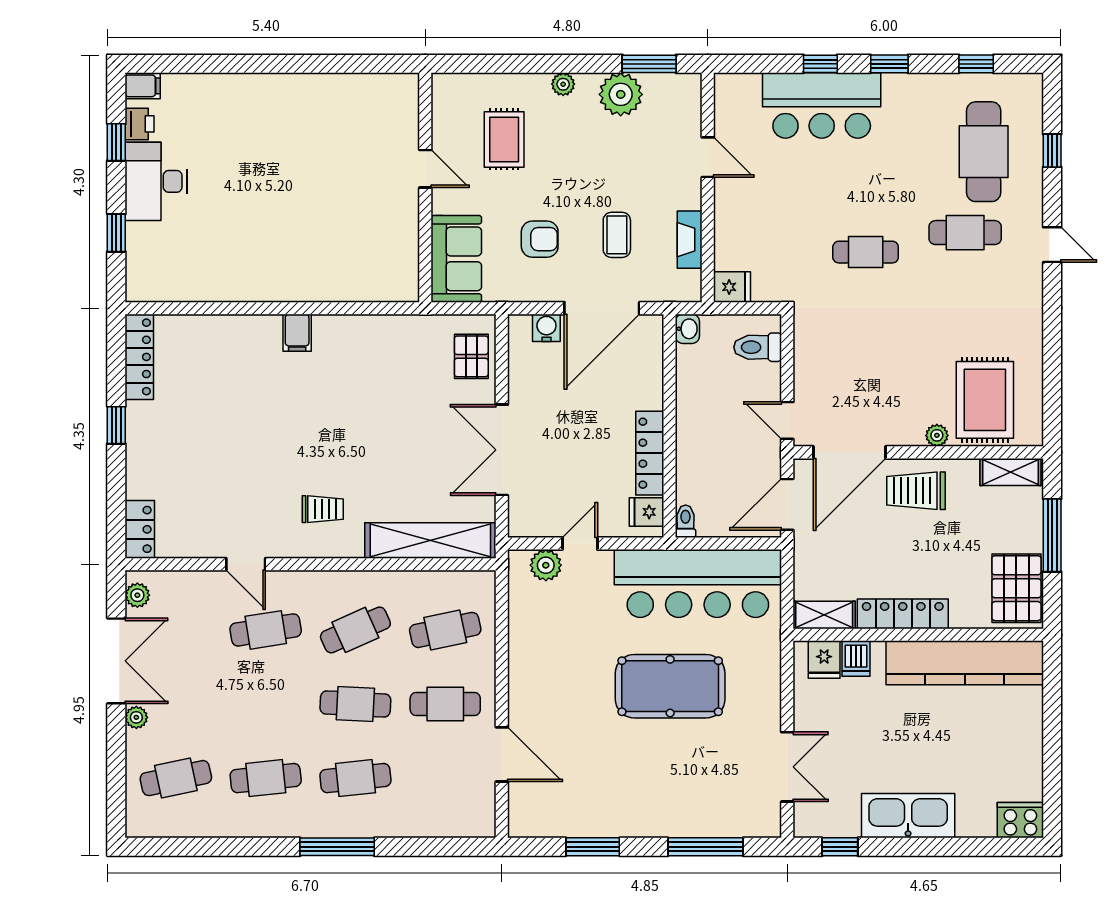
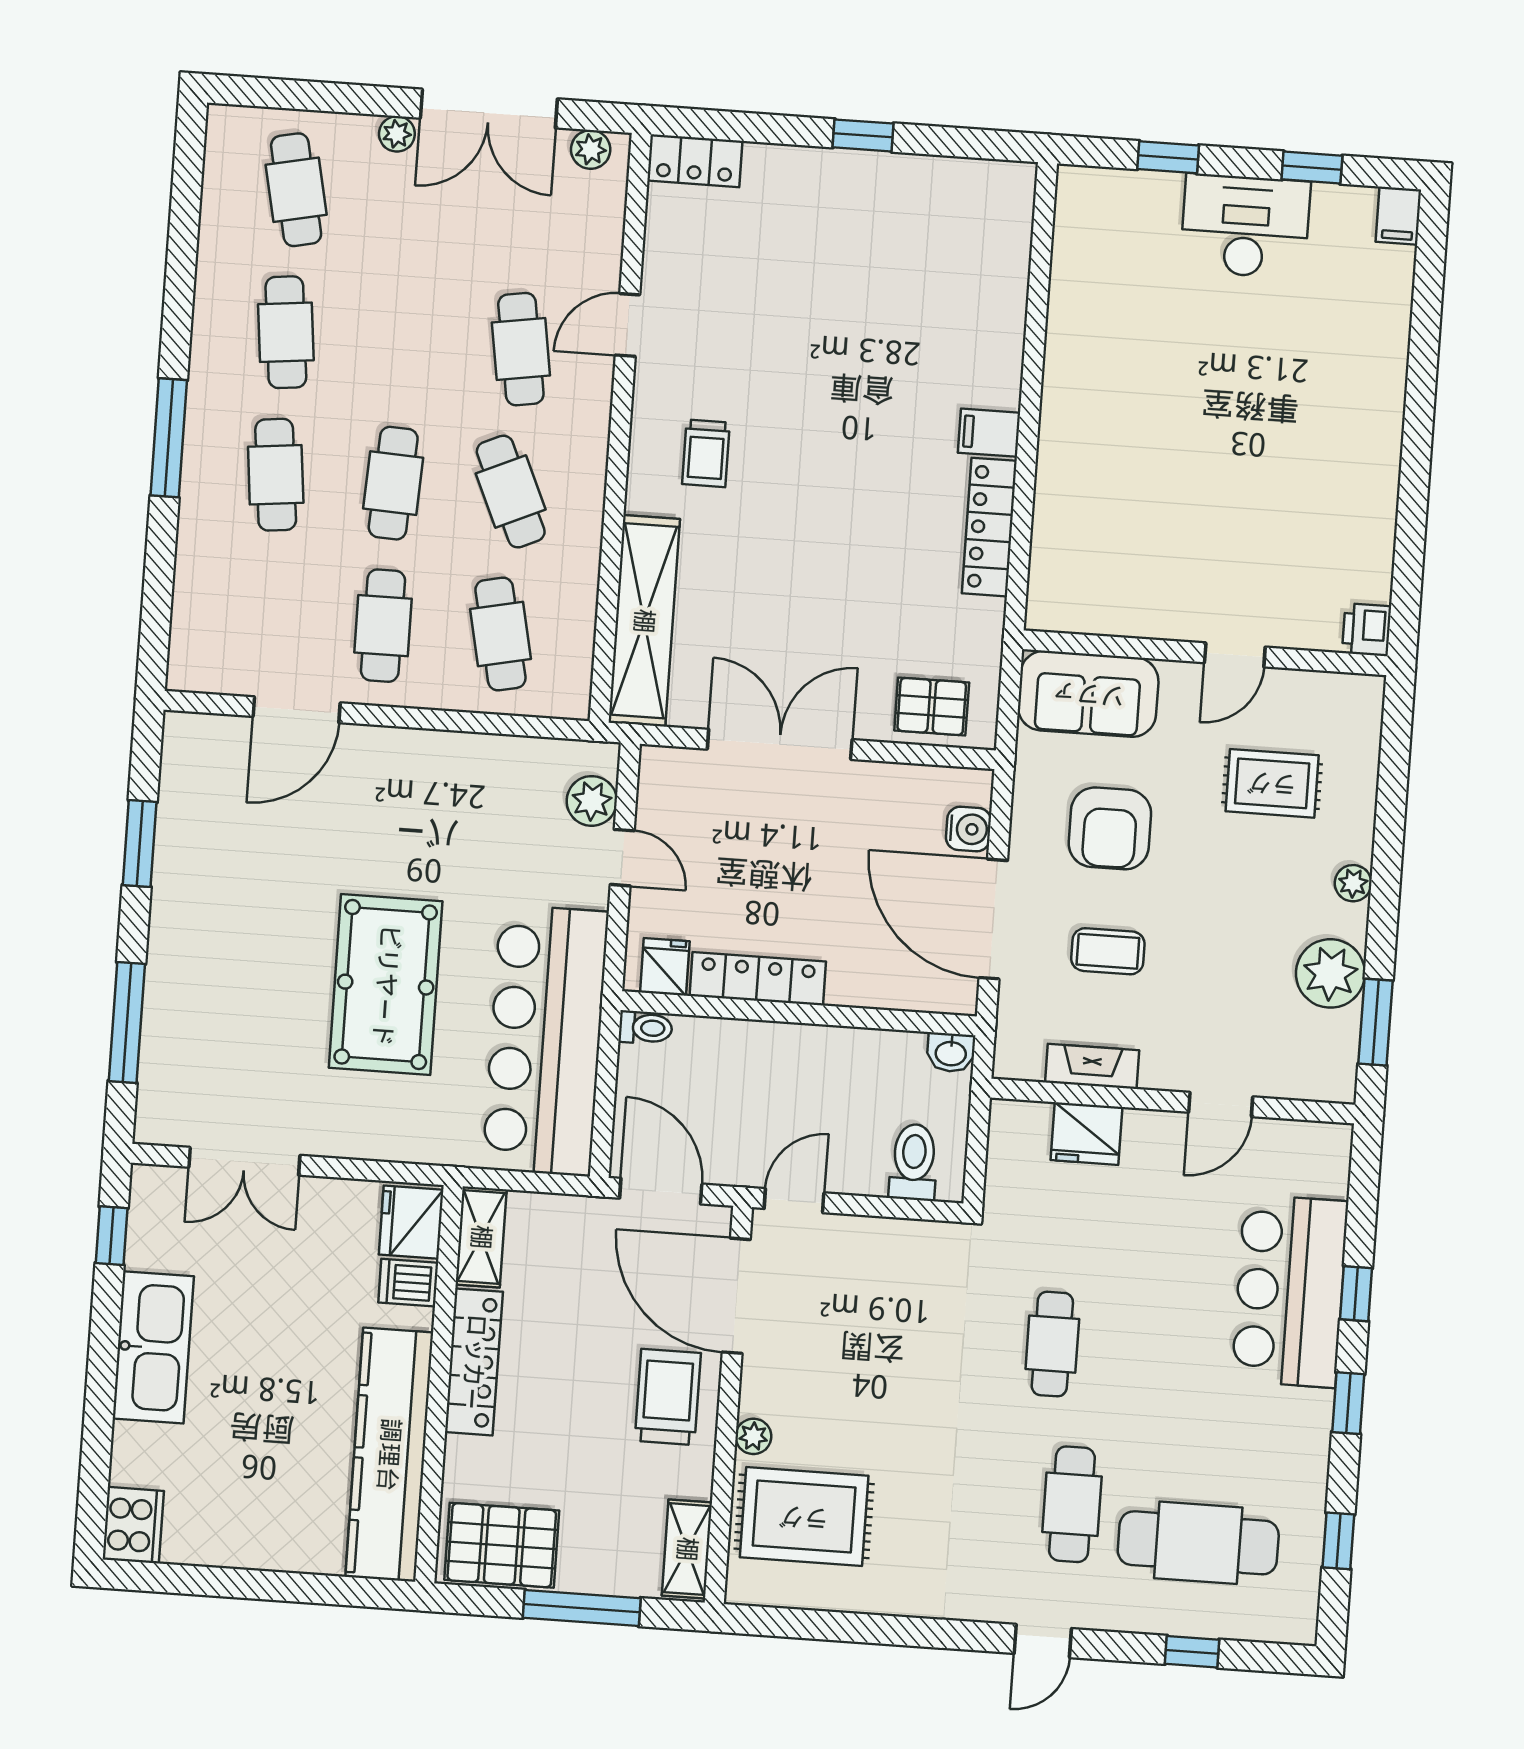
printer: (140, 124) -> (1367, 630), moved, turned 90
armchair: (540, 239) -> (1110, 828), width x1.38, depth x1.38
fridge: (732, 287) -> (1086, 1134), moved, width x1.38
locker: (139, 357) -> (989, 527), moved, turned 90
fridge: (824, 660) -> (411, 1222), width x1.38

